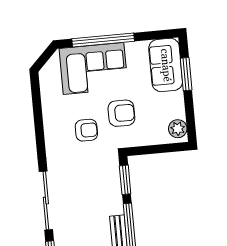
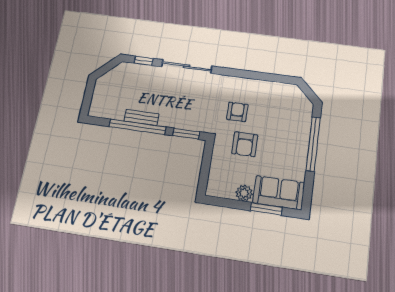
corner sofa: (94, 69) -> (290, 130), removed
plant: (178, 129) -> (244, 193), moved
armchair: (86, 130) -> (237, 112), turned 180

